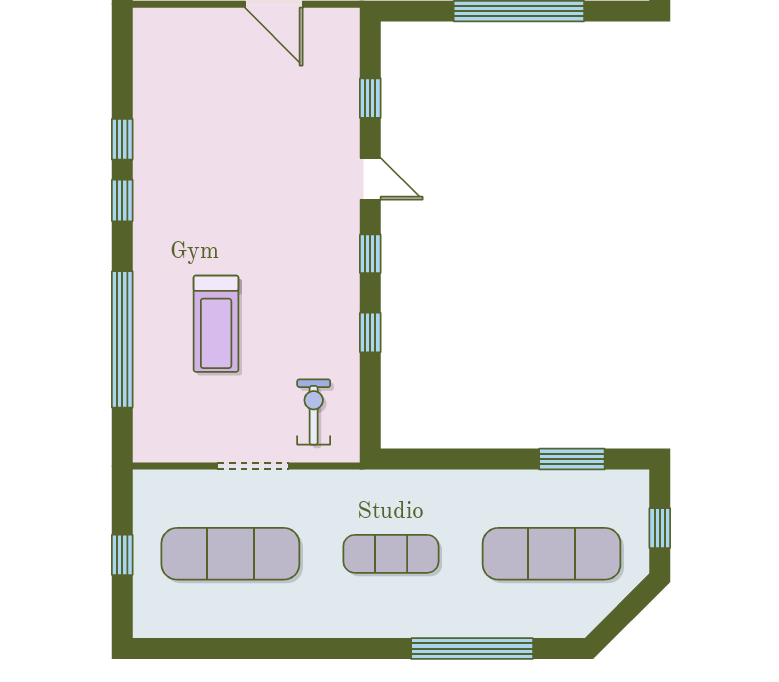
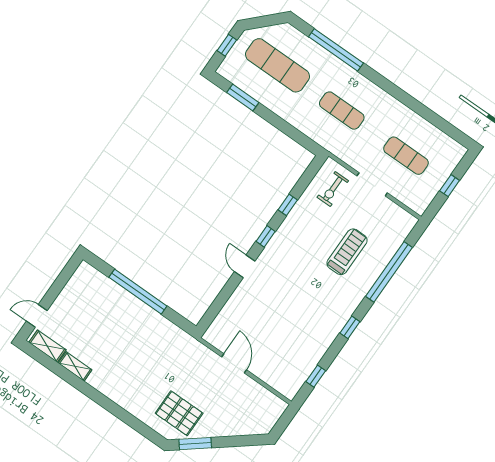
window: (370, 98) -> (222, 299), removed
window: (122, 139) -> (316, 376), moved
exercise mat: (230, 554) -> (406, 156), width x0.73, depth x0.69

